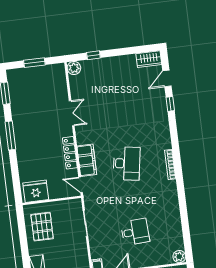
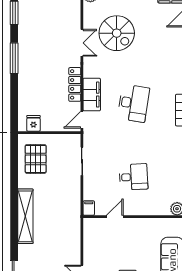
spiral stairs: (103, 100) -> (117, 33), added
door: (81, 185) -> (82, 120), hinge flipped
fridge: (36, 191) -> (33, 123), width x0.53, depth x0.75

